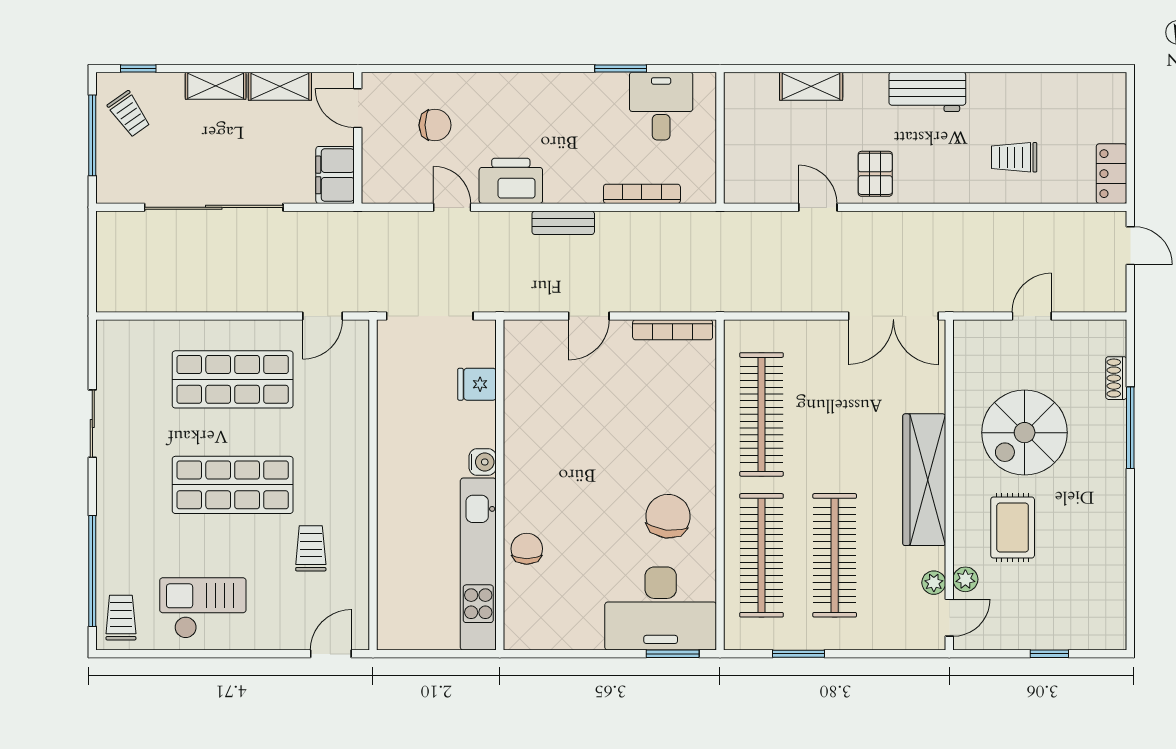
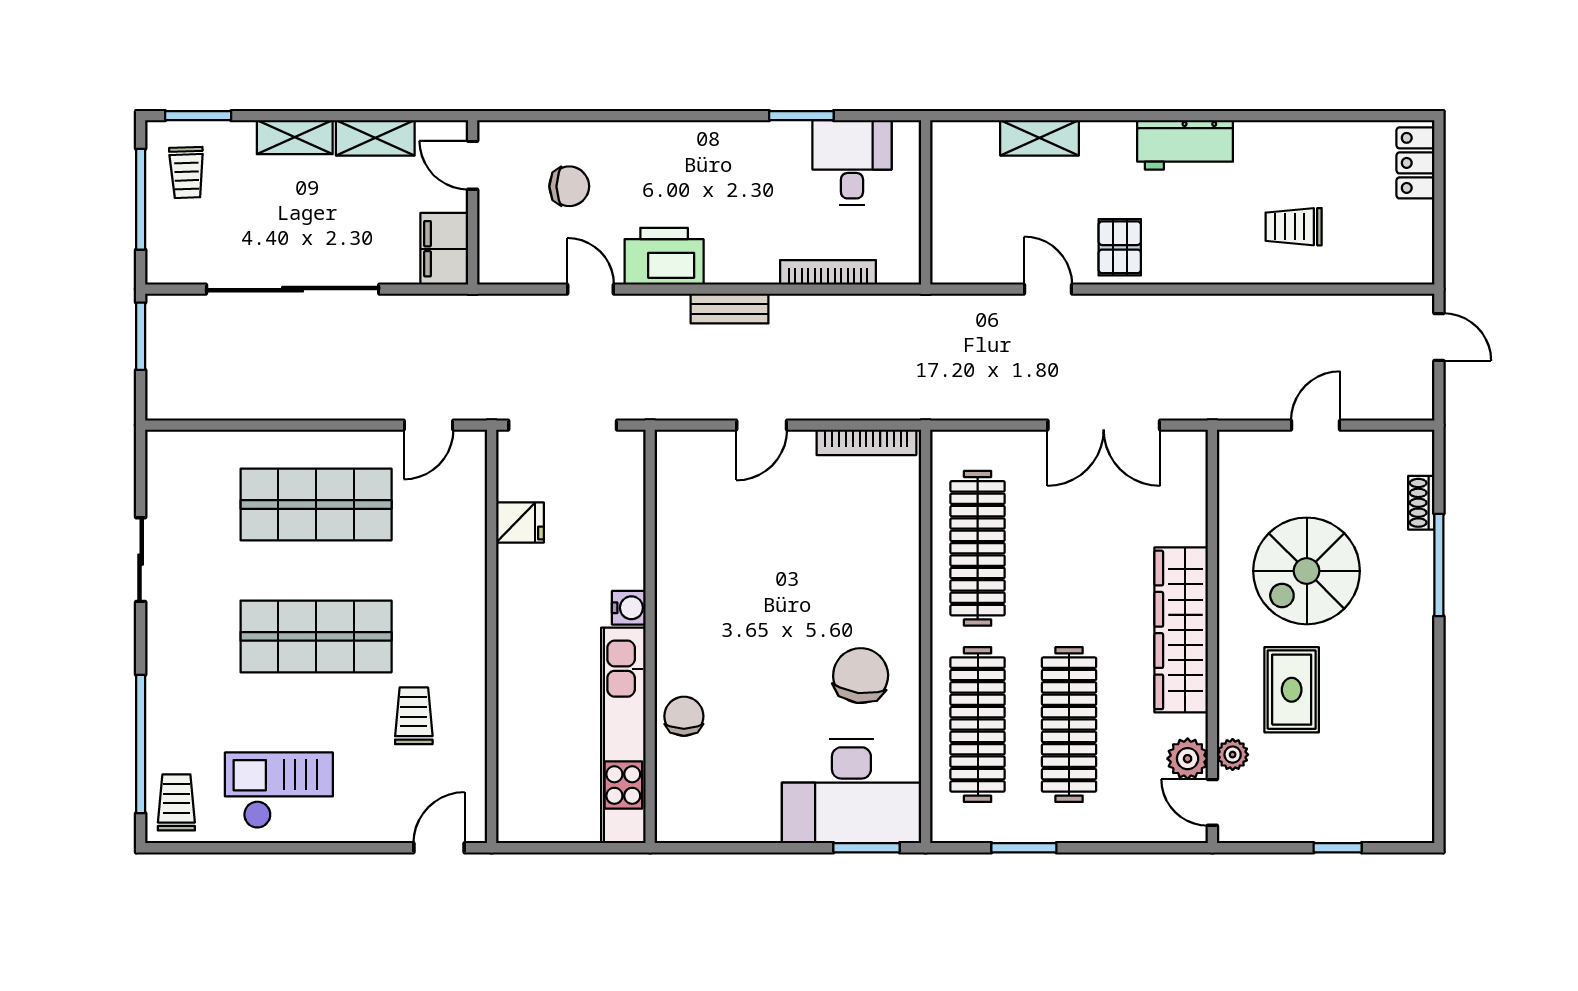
window: (138, 68) -> (198, 116), width x1.50
trolley: (129, 114) -> (187, 173), turned 33
locker: (1112, 174) -> (1415, 163), moved
window: (92, 245) -> (141, 336), added
double door: (893, 316) -> (1104, 425), moved
fridge: (477, 384) -> (520, 523), moved, turned 180
plant: (934, 583) -> (1188, 759), width x1.38, depth x1.38
door: (949, 618) -> (1212, 802), swing flipped

